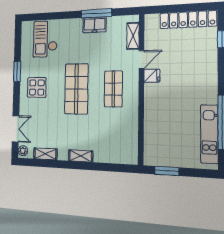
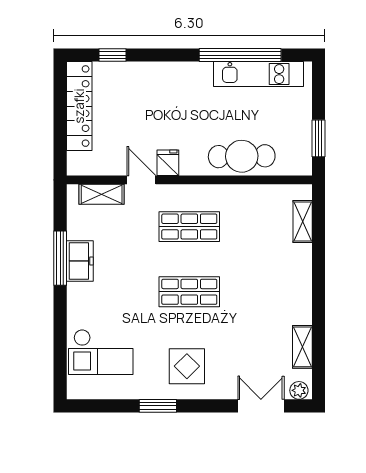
shop shelf: (76, 89) -> (189, 292), width x0.70, depth x0.74
cafe table: (156, 122) -> (242, 156), added
shelving: (81, 156) -> (303, 222), moved

